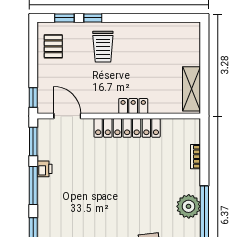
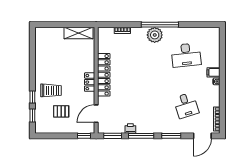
pallet: (53, 46) -> (61, 111), moved
locker: (133, 106) -> (90, 82), moved

